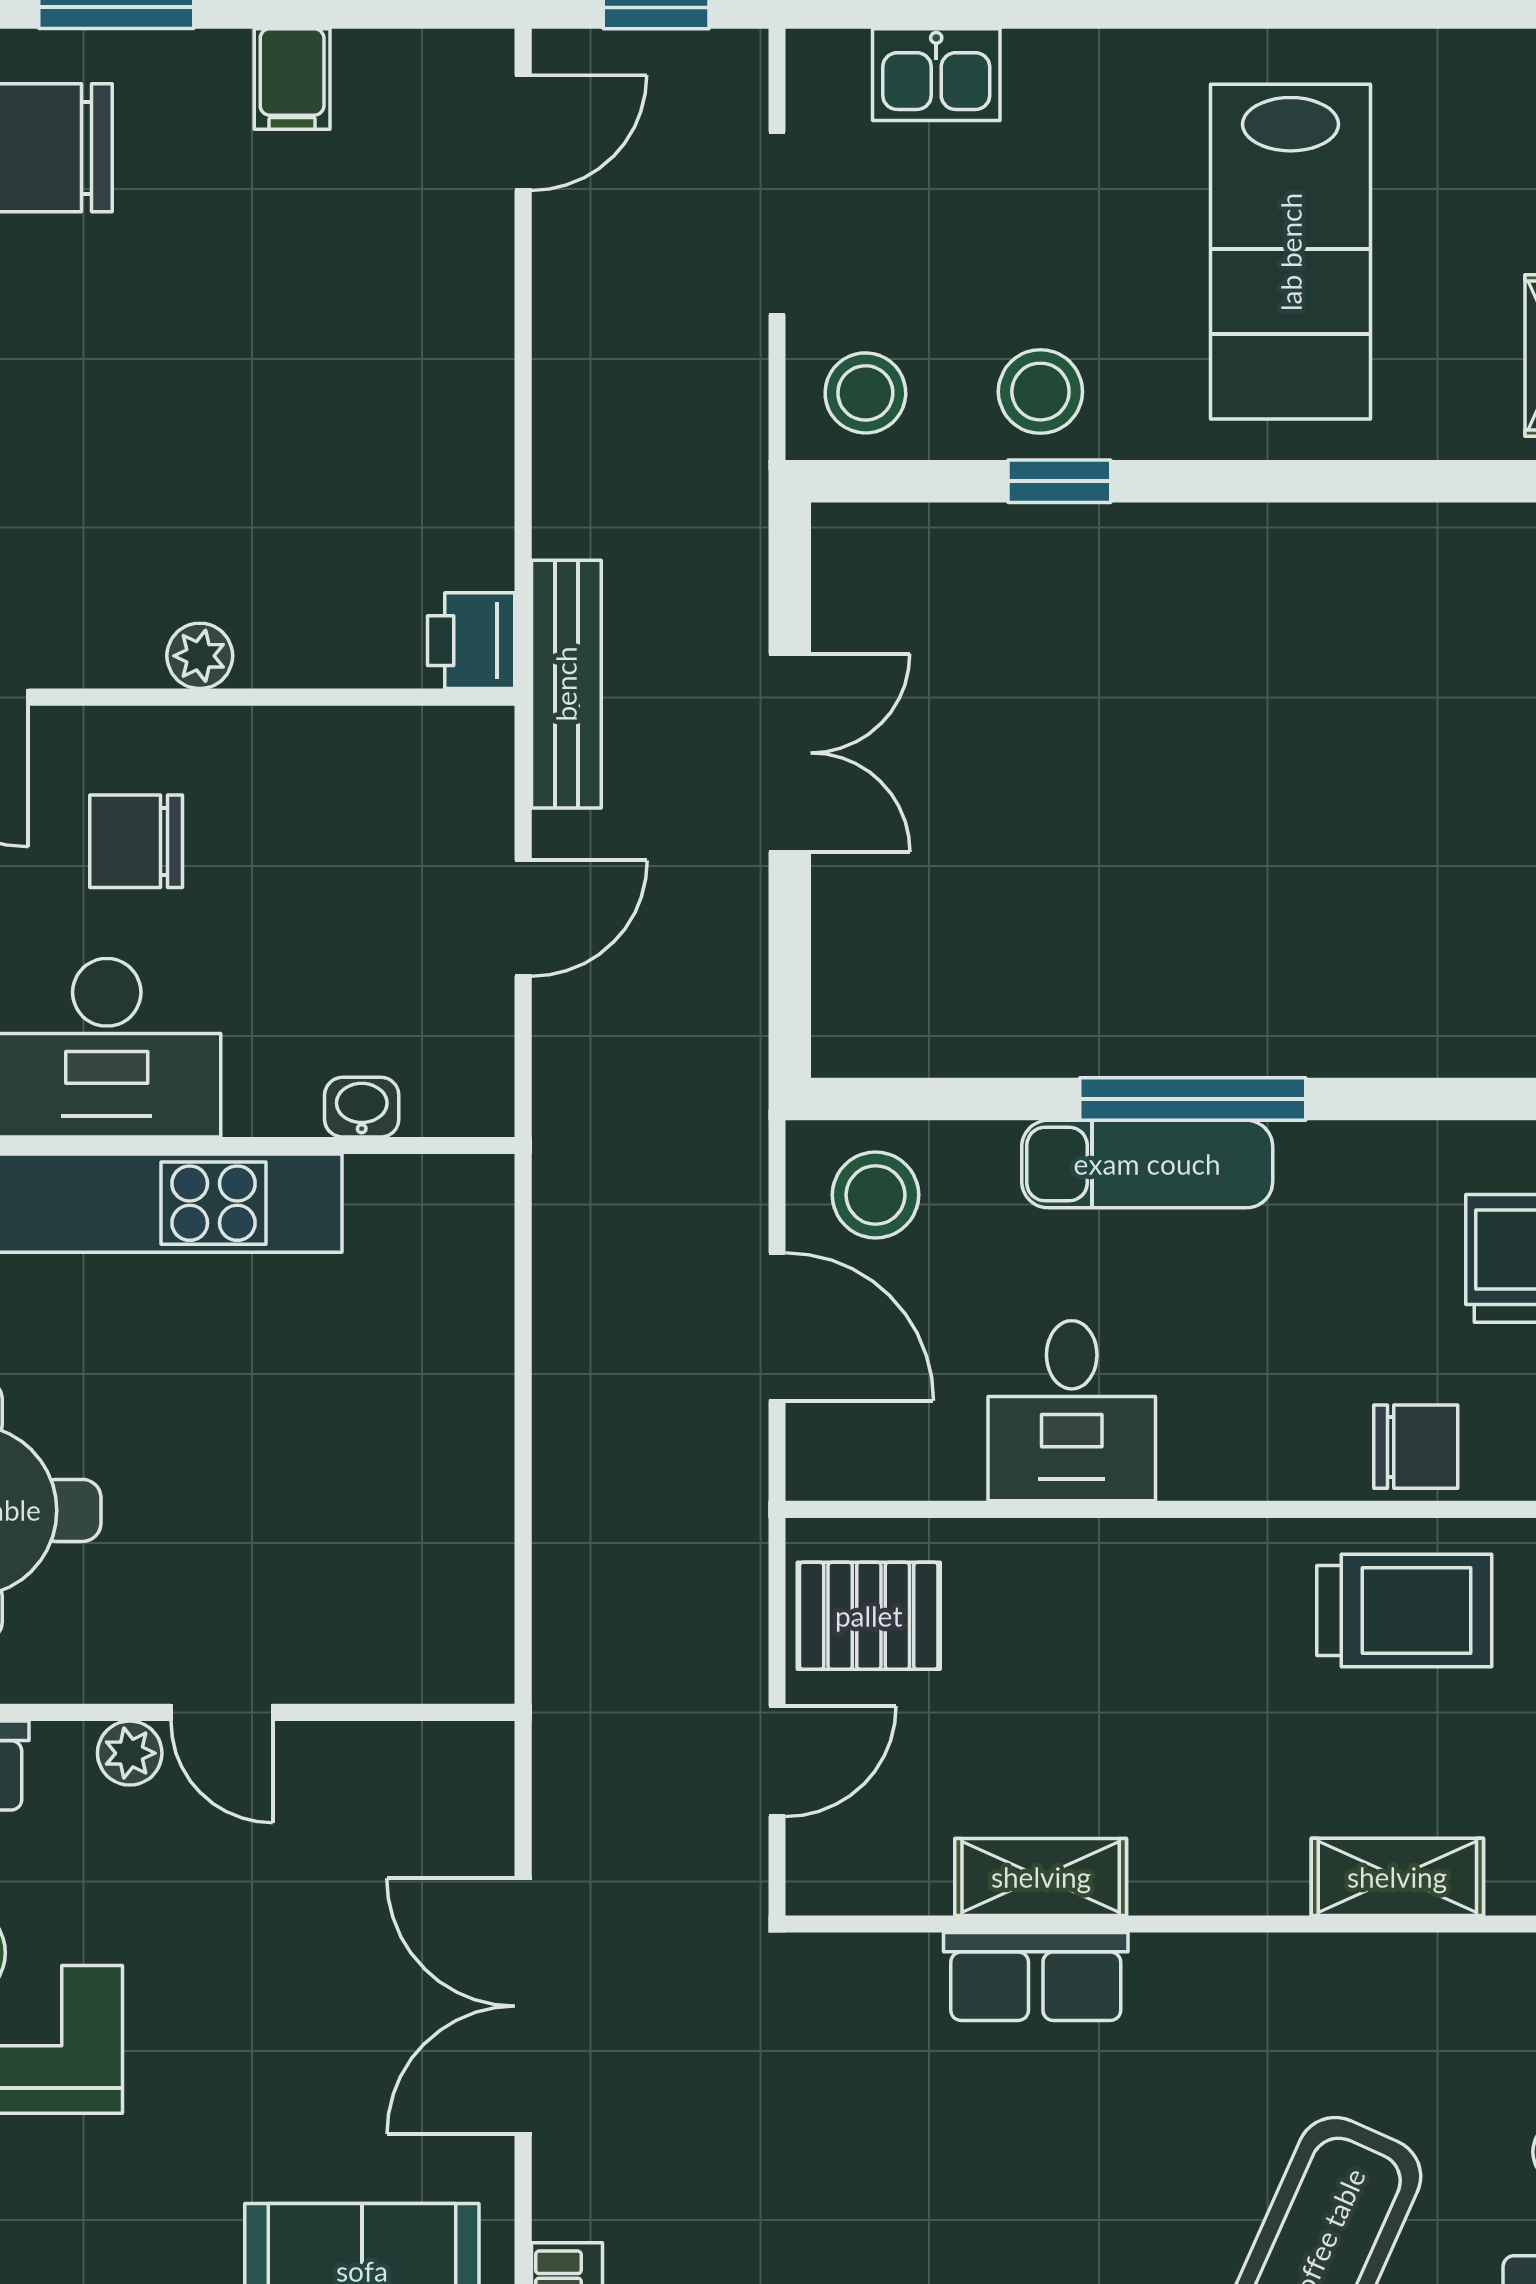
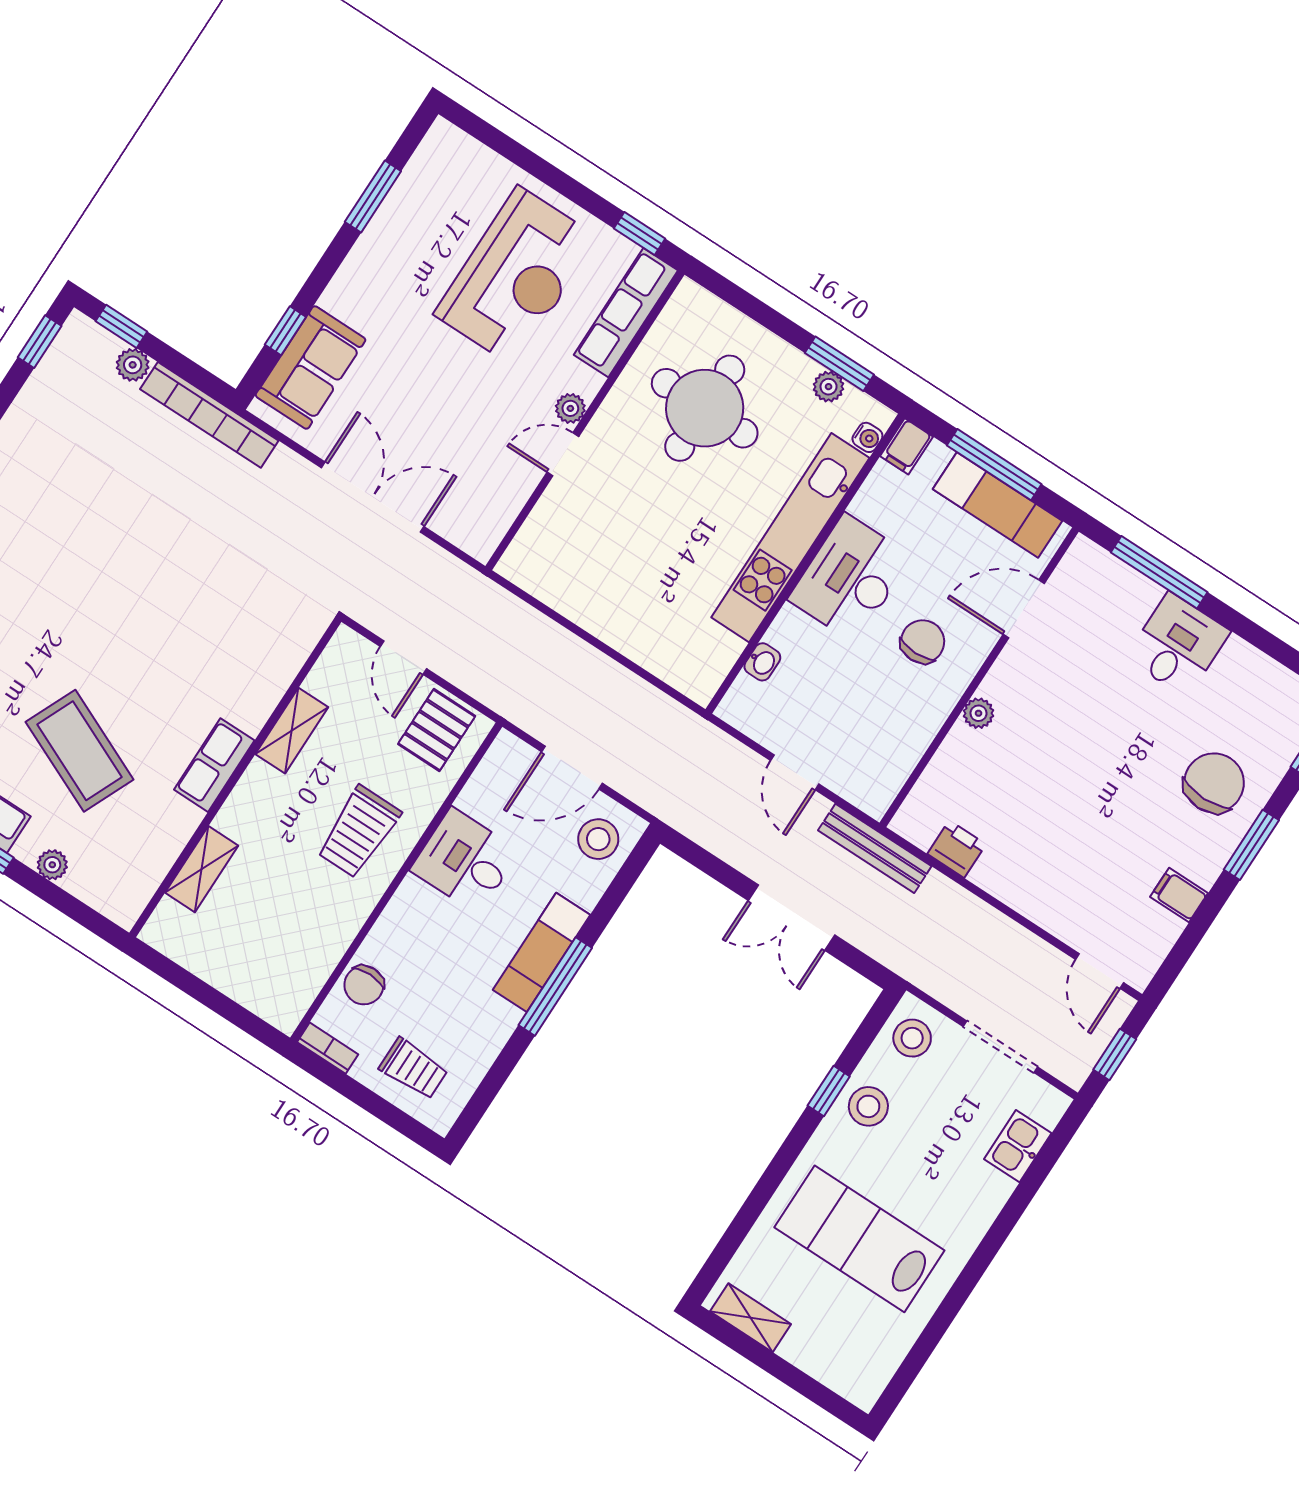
printer: (471, 641) -> (957, 849), moved
trolley: (1404, 1611) -> (359, 832), moved
row of seats: (1036, 1977) -> (214, 765), moved

